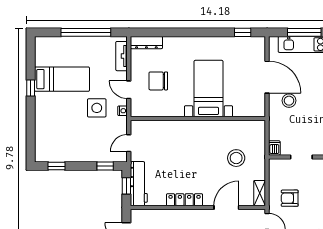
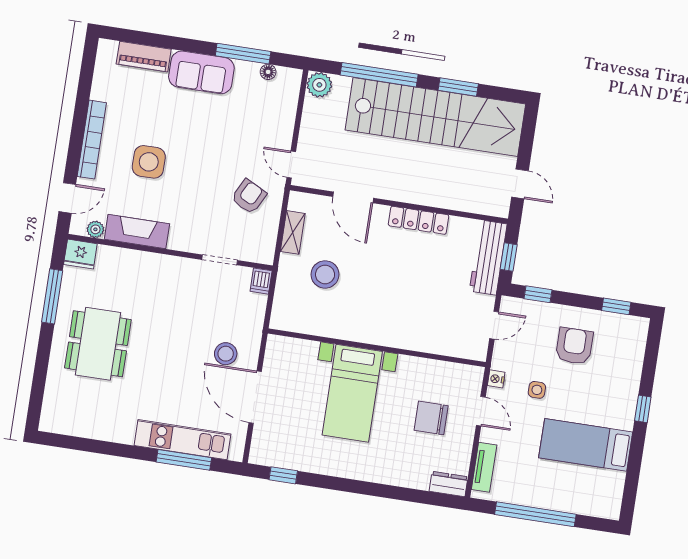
dresser: (146, 43) -> (449, 484), width x0.70
chair: (158, 81) -> (431, 418), turned 180
window: (31, 88) -> (643, 409), moved
side table: (97, 108) -> (537, 390), width x0.54, depth x0.54
armchair: (78, 138) -> (574, 346), added
shelving: (260, 193) -> (293, 232), moved
armchair: (290, 198) -> (249, 196), turned -63
door: (226, 207) -> (353, 197), hinge flipped

